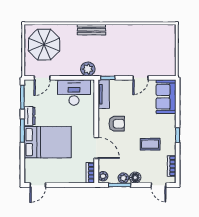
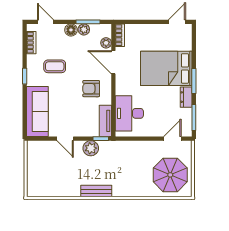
bench: (92, 30) -> (96, 191), moved
plant: (88, 69) -> (91, 148), moved
door: (141, 78) -> (65, 139), swing flipped
desk: (74, 93) -> (129, 113), moved, turned 90
sofa: (166, 97) -> (37, 111), width x1.36
plant: (103, 176) -> (106, 43), moved

